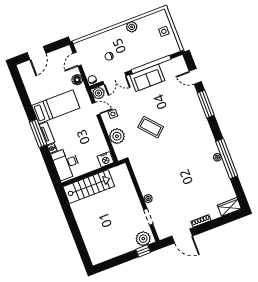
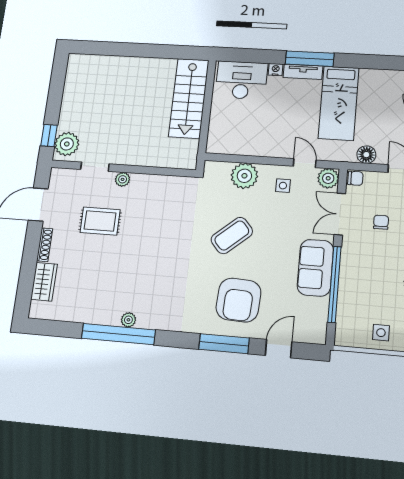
armchair: (181, 108) -> (238, 300), added
door: (96, 109) -> (305, 163), swing flipped
nightstand: (105, 159) -> (217, 142), removed
rug: (175, 199) -> (100, 221), added
wardrobe: (229, 207) -> (44, 282), moved

